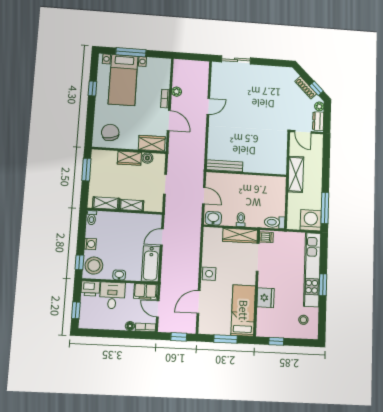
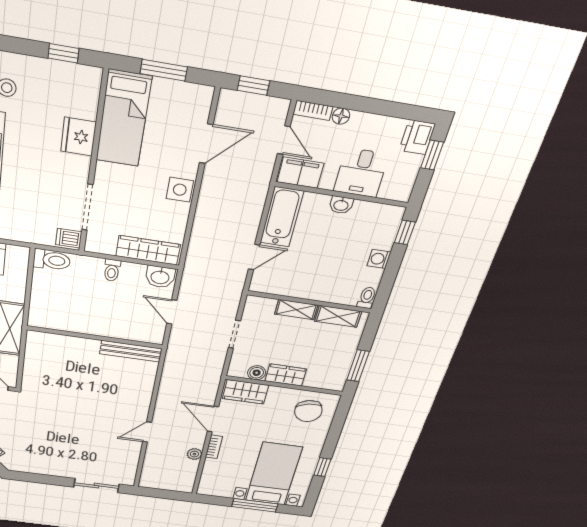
wardrobe: (240, 236) -> (148, 250), moved
stool: (94, 266) -> (381, 225), removed
printer: (90, 288) -> (417, 137), moved, turned -90

